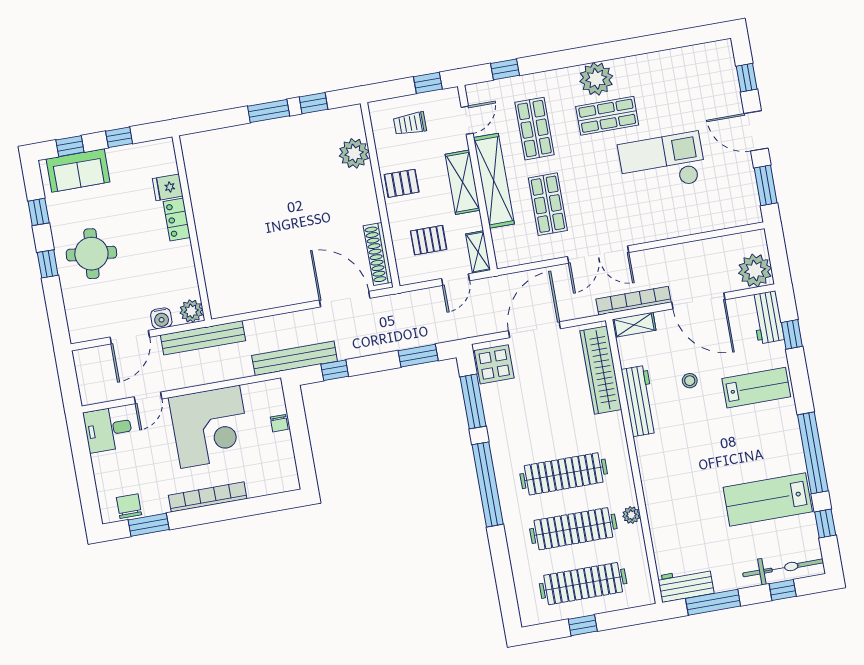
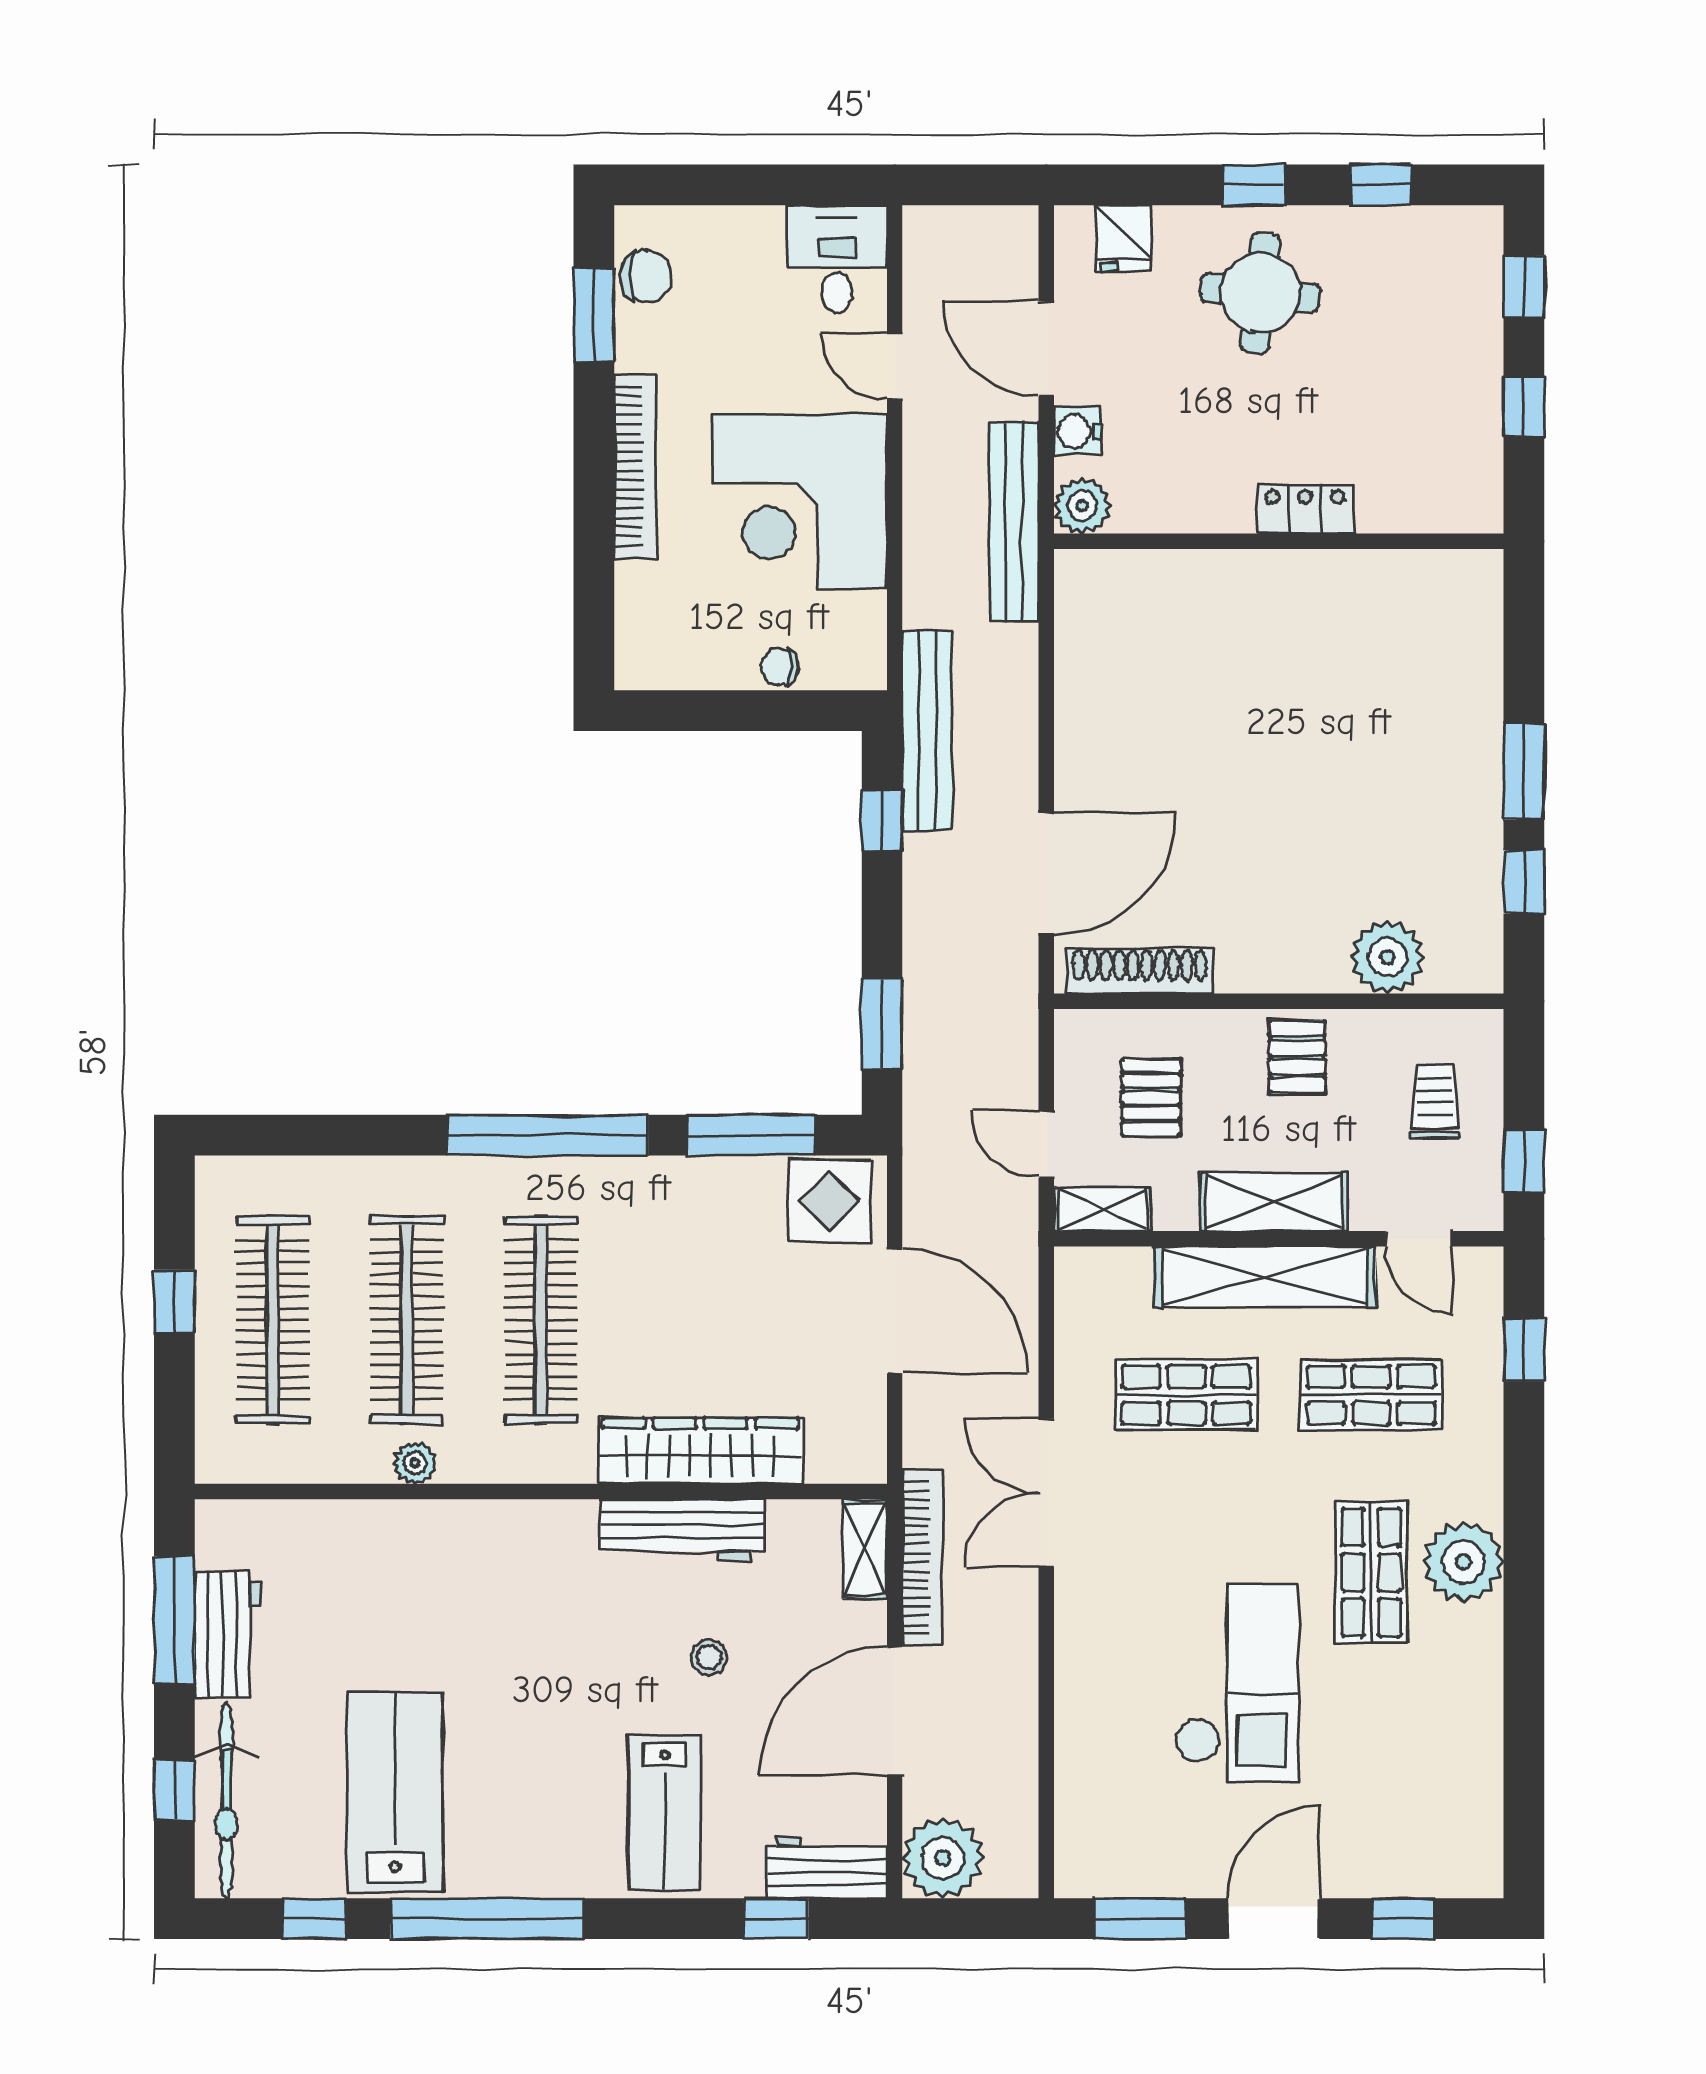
sofa: (78, 170) -> (1463, 296), removed
fridge: (168, 187) -> (1123, 238), moved, turned 180
wardrobe: (601, 370) -> (700, 1451), moved
workbench: (686, 585) -> (227, 1635), moved

